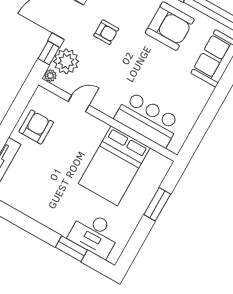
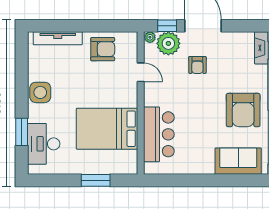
armchair: (106, 32) -> (197, 65), moved
side table: (44, 210) -> (40, 92), added

